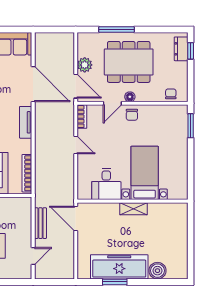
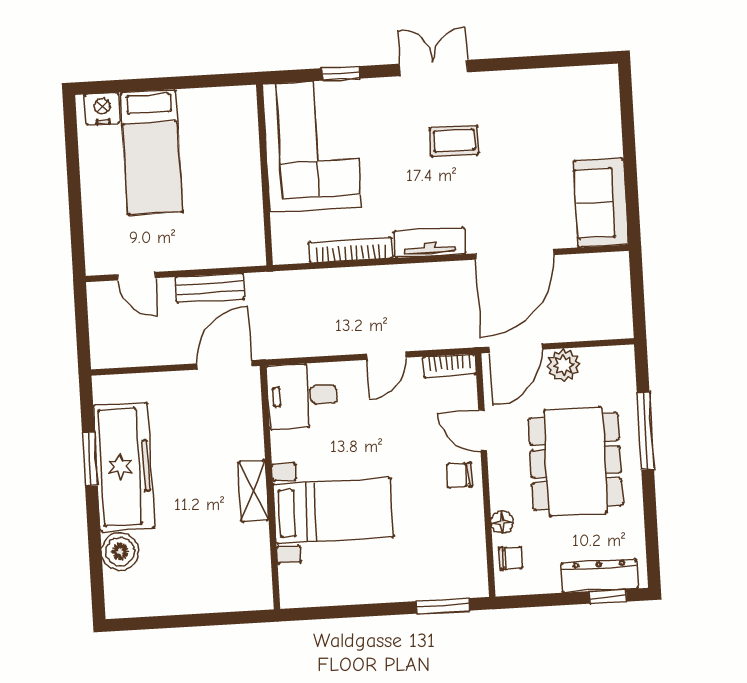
dresser: (181, 49) -> (600, 576), width x1.44
floor lamp: (130, 97) -> (502, 522), moved
bookcase: (27, 173) -> (351, 250), moved
desk: (106, 184) -> (302, 396), moved

